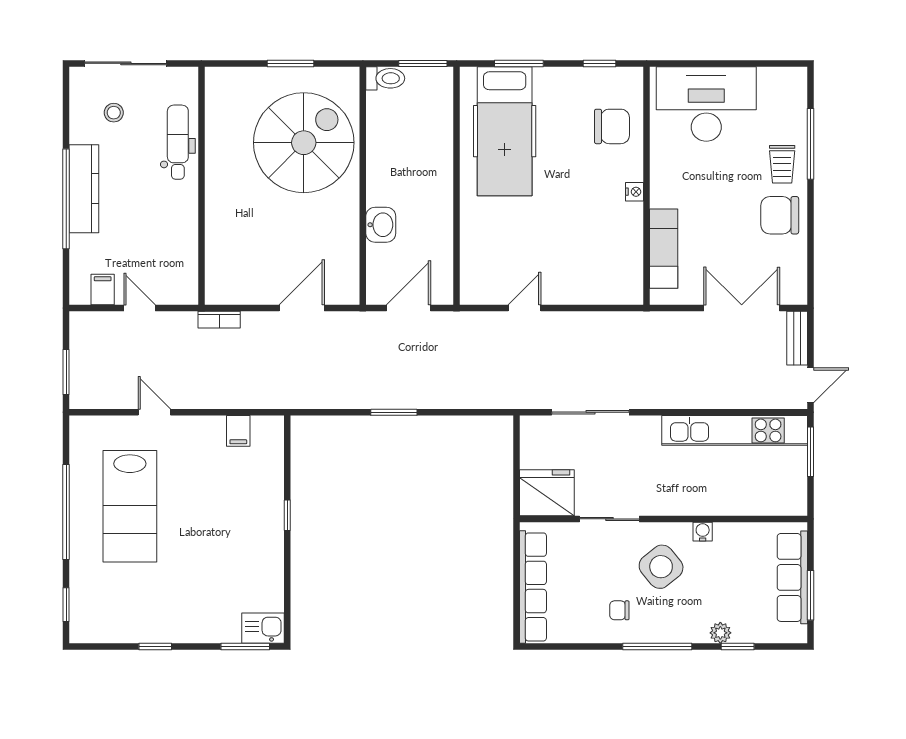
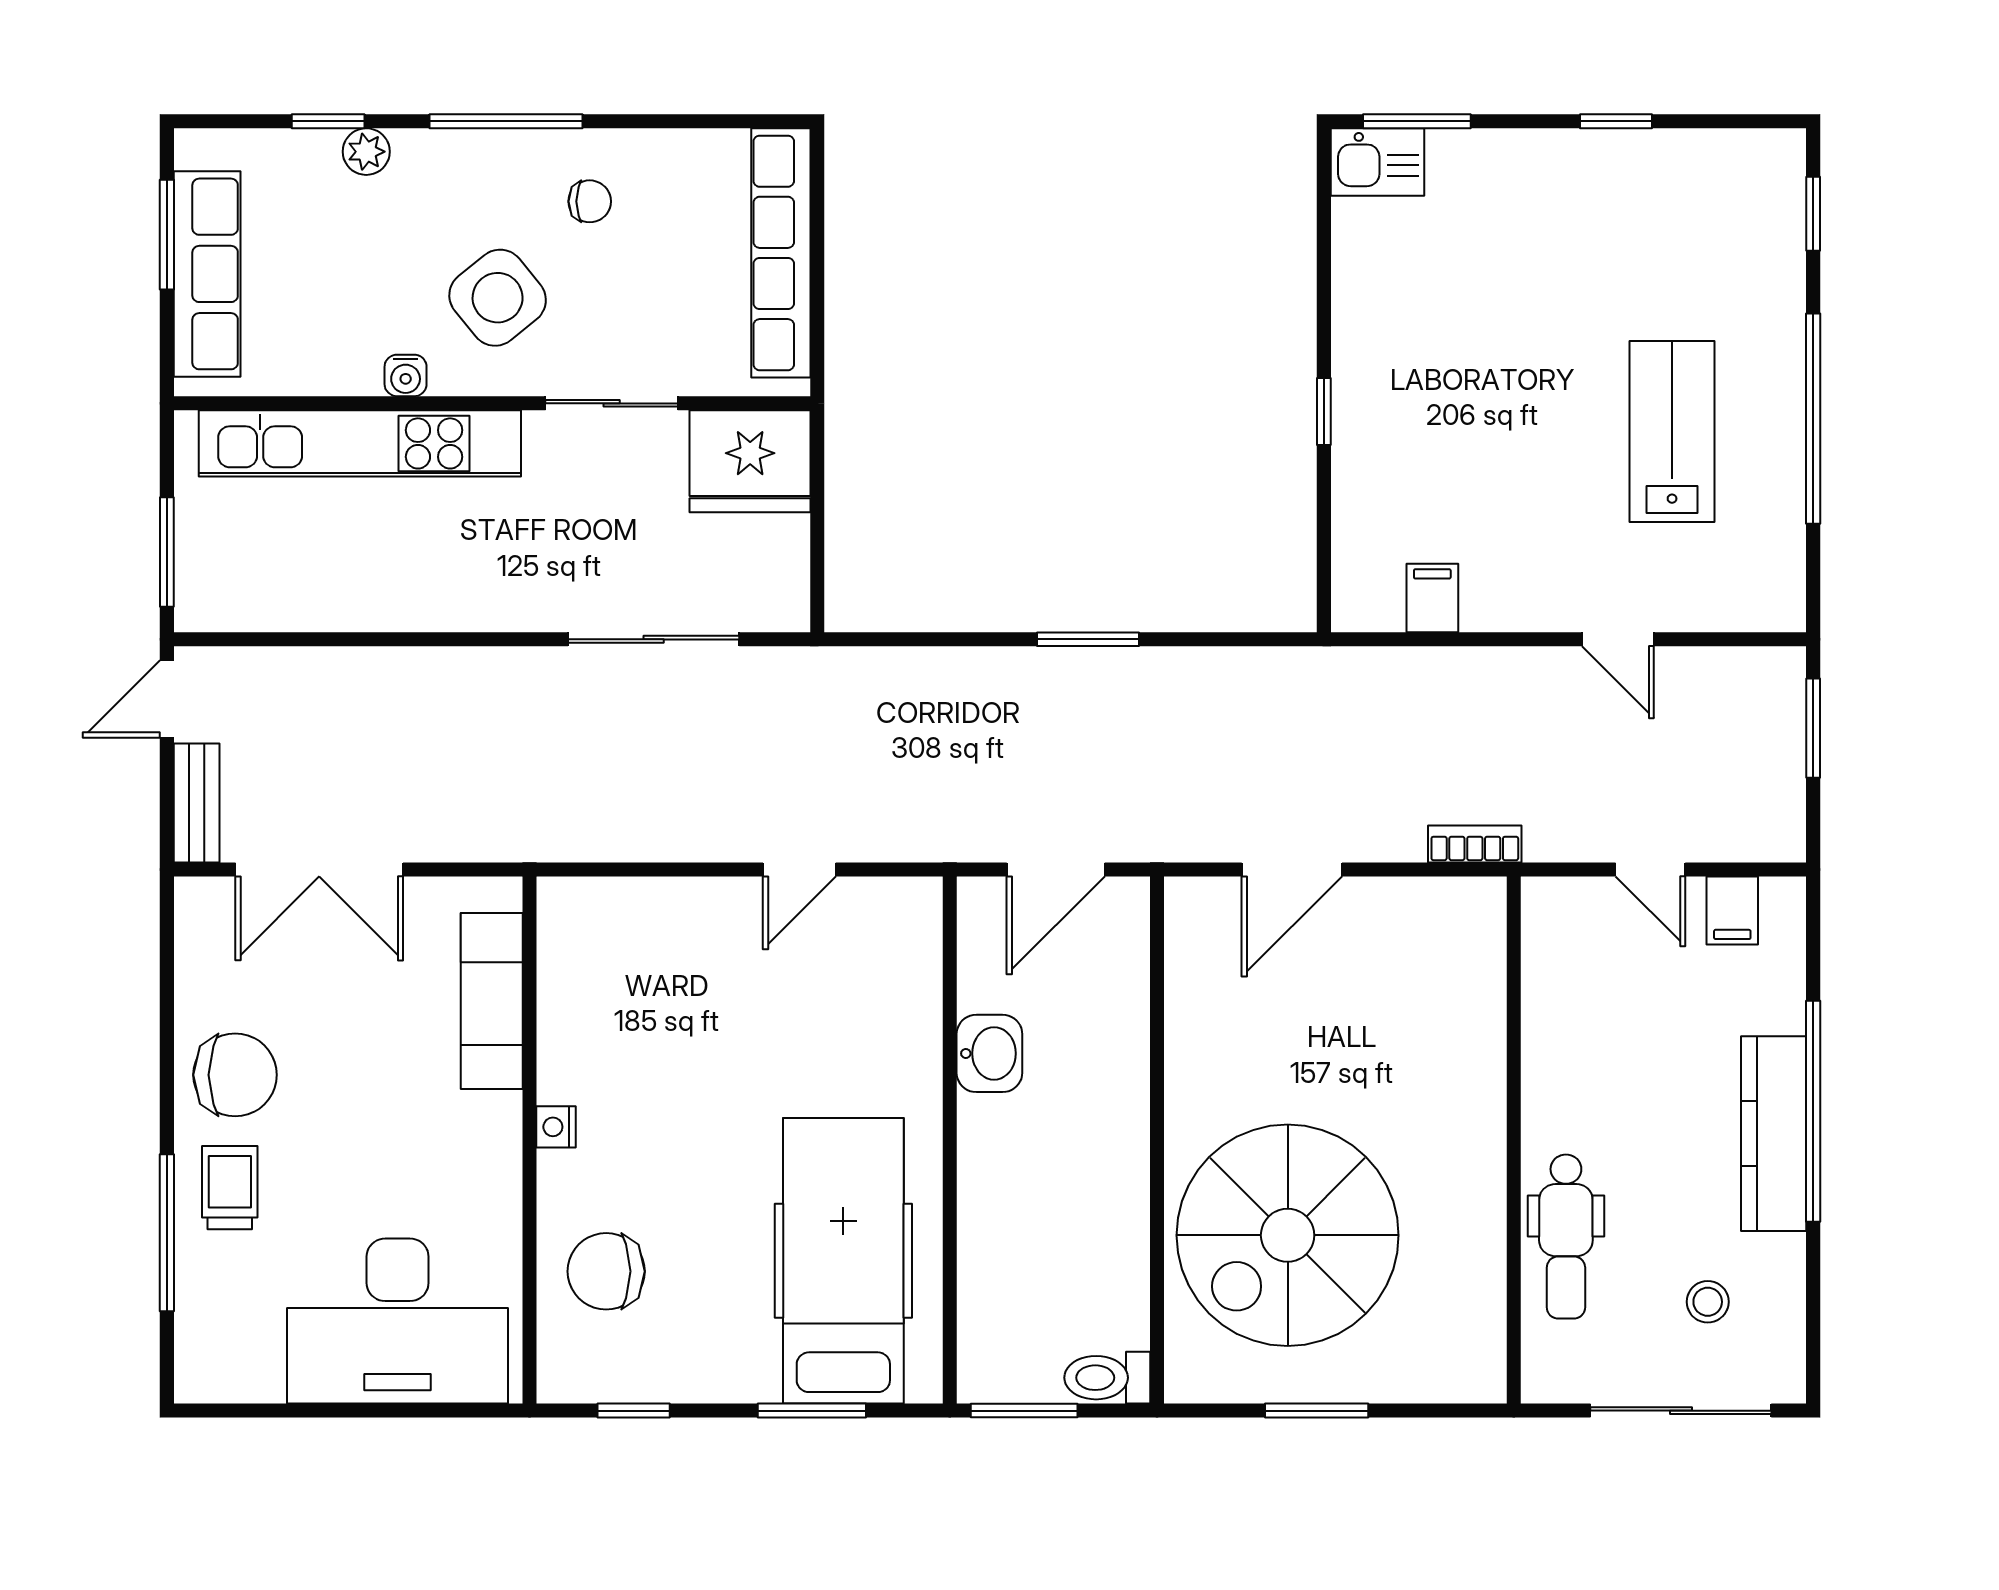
washbasin: (381, 225) -> (989, 1053), moved, turned 180
kitchen unit: (735, 430) -> (360, 443), moved, turned 180
lab bench: (130, 506) -> (1672, 432), width x0.73, depth x0.72

